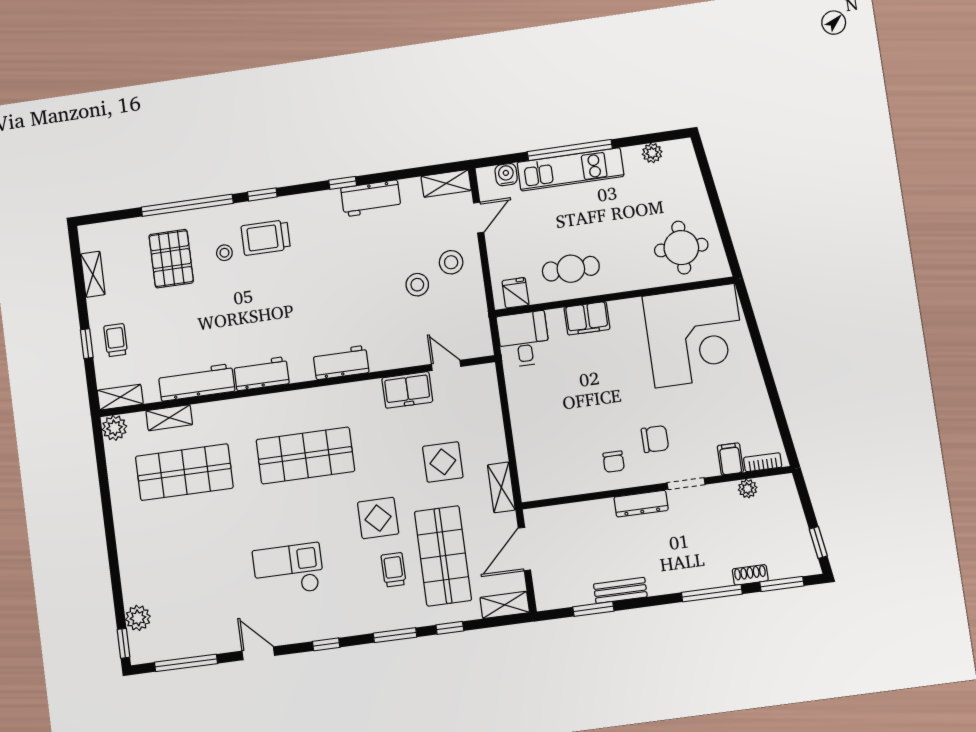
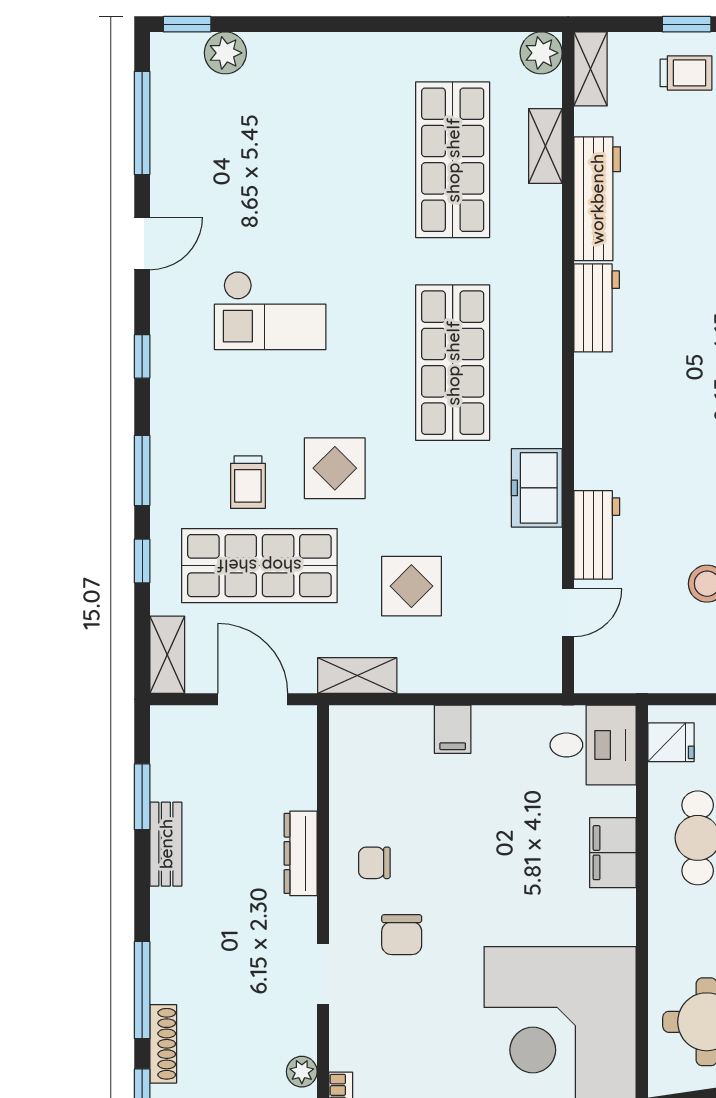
workbench: (341, 363) -> (597, 535), moved
freezer: (407, 390) -> (537, 488), moved
filing cabinet: (730, 459) -> (453, 729), moved, turned 90
dresser: (641, 504) -> (301, 853), moved
checkout: (288, 570) -> (270, 310), turned 90
trolley: (394, 570) -> (248, 482), turned 90
shoe rack: (750, 575) -> (163, 1044), width x1.43

